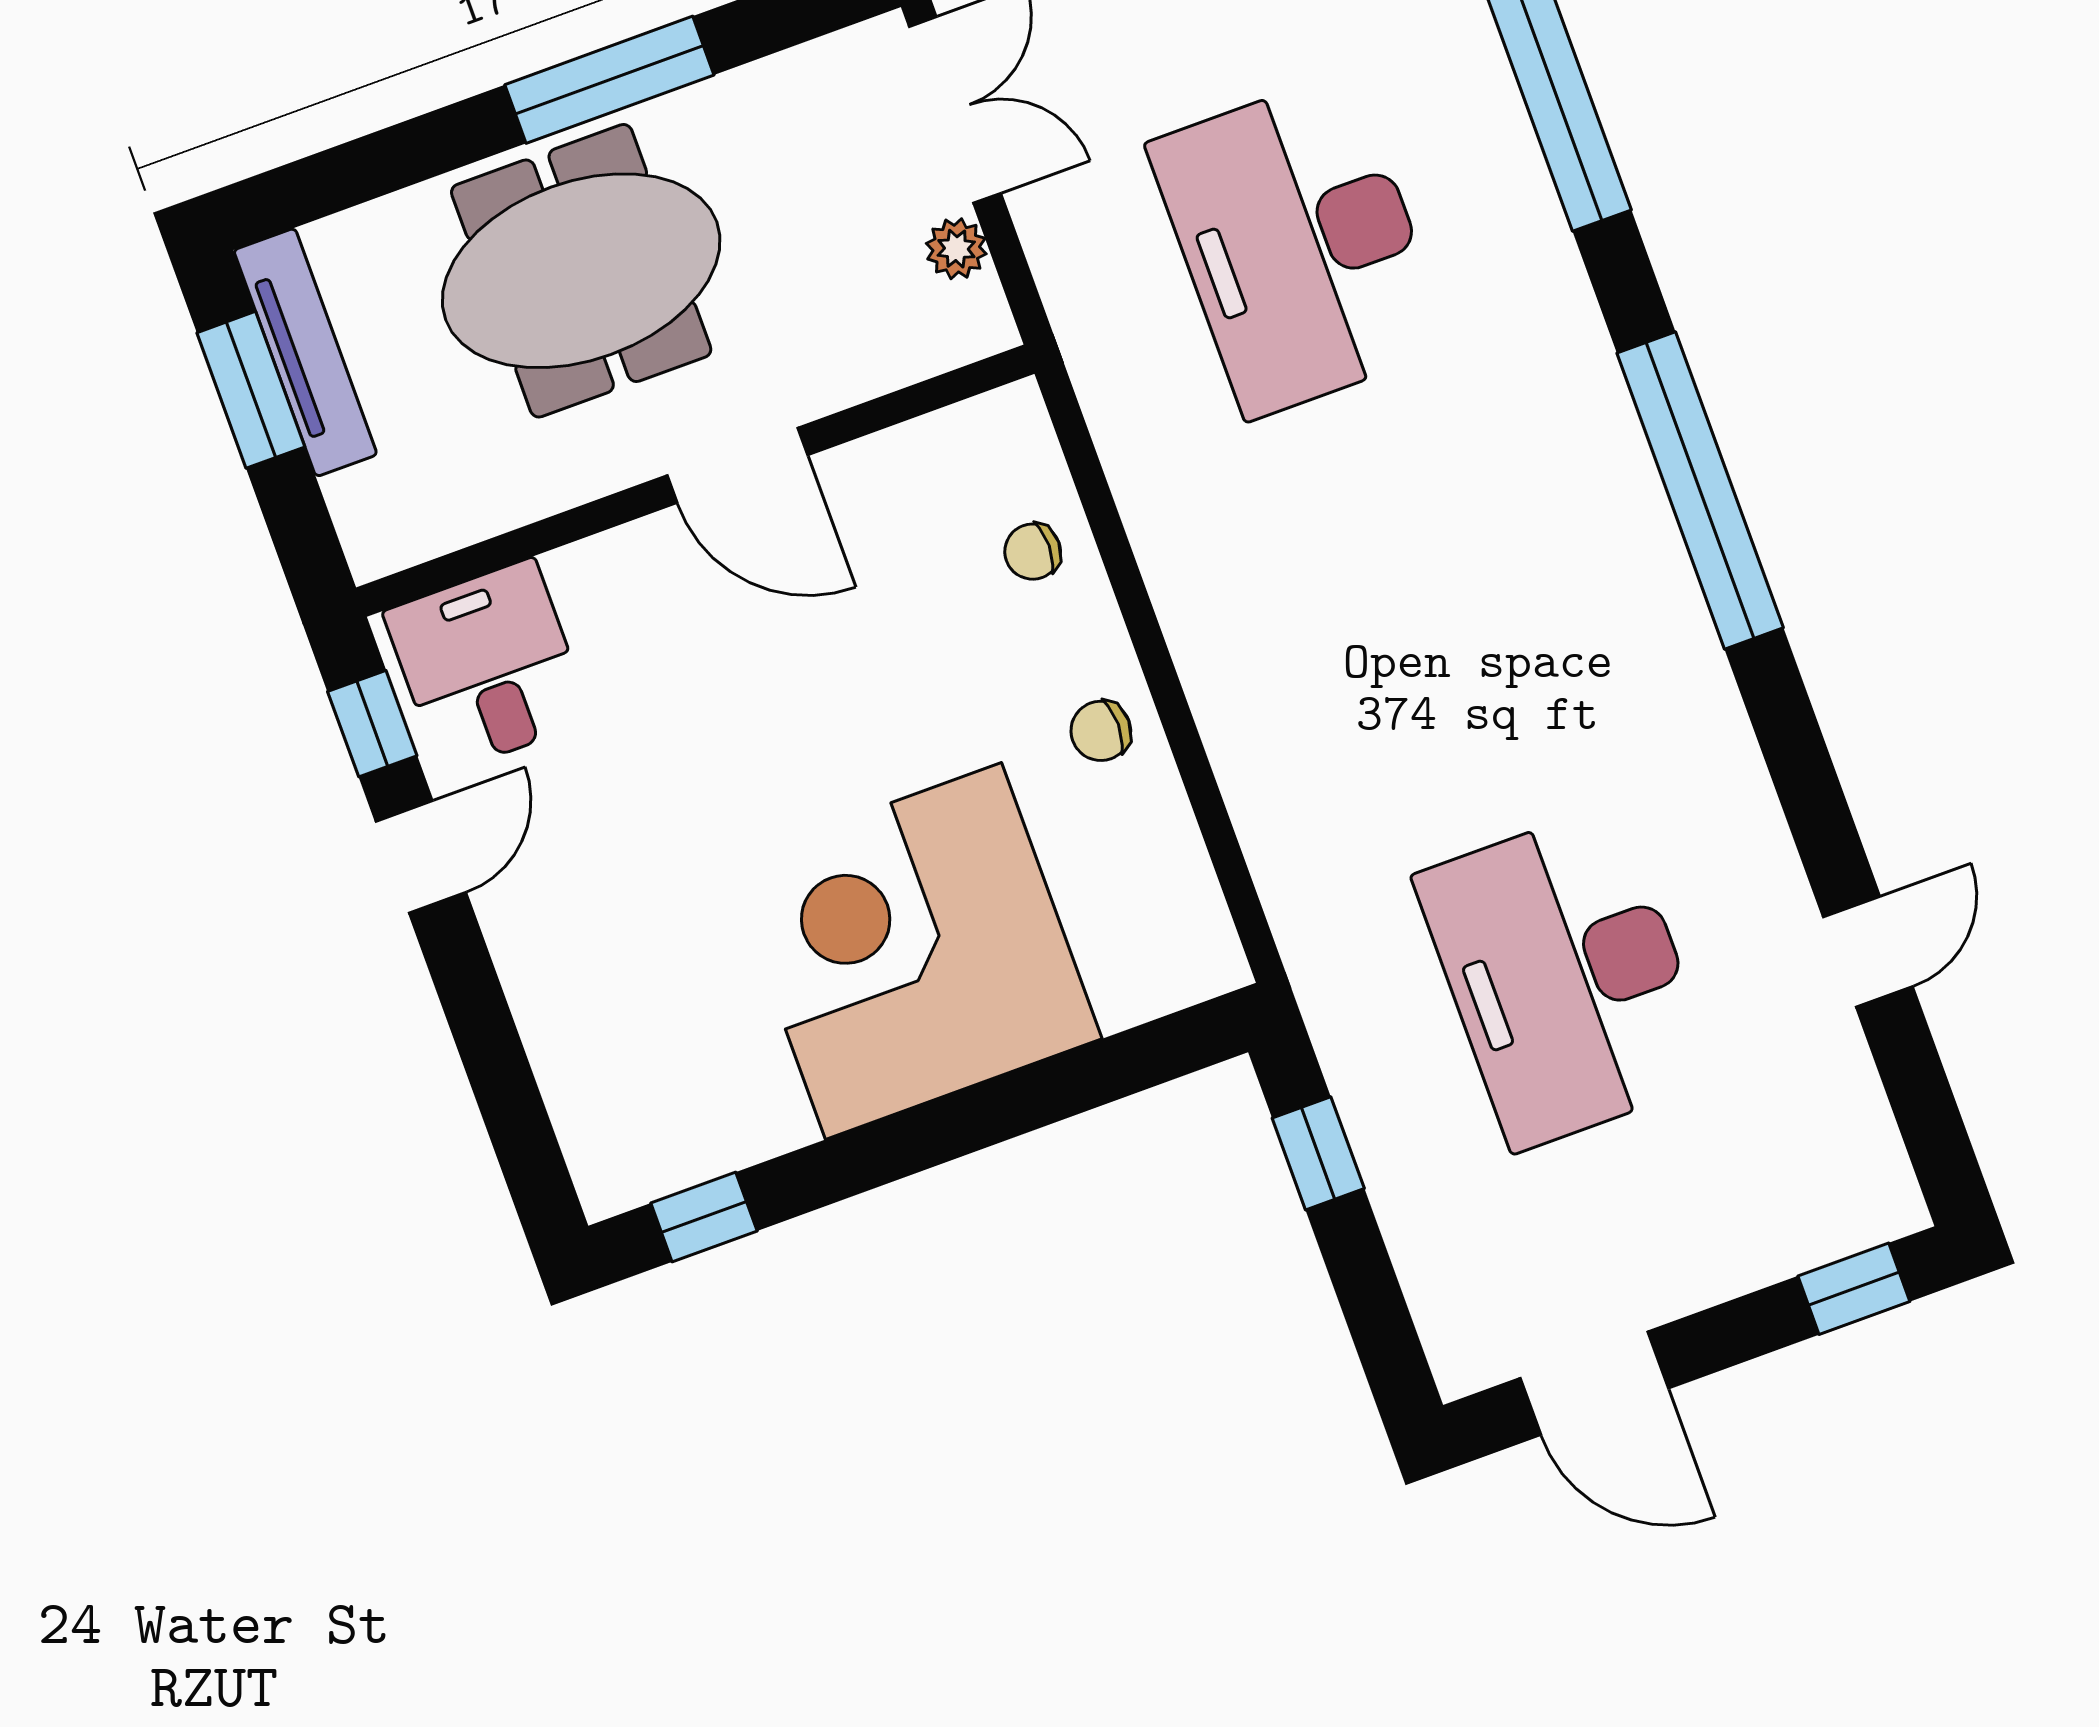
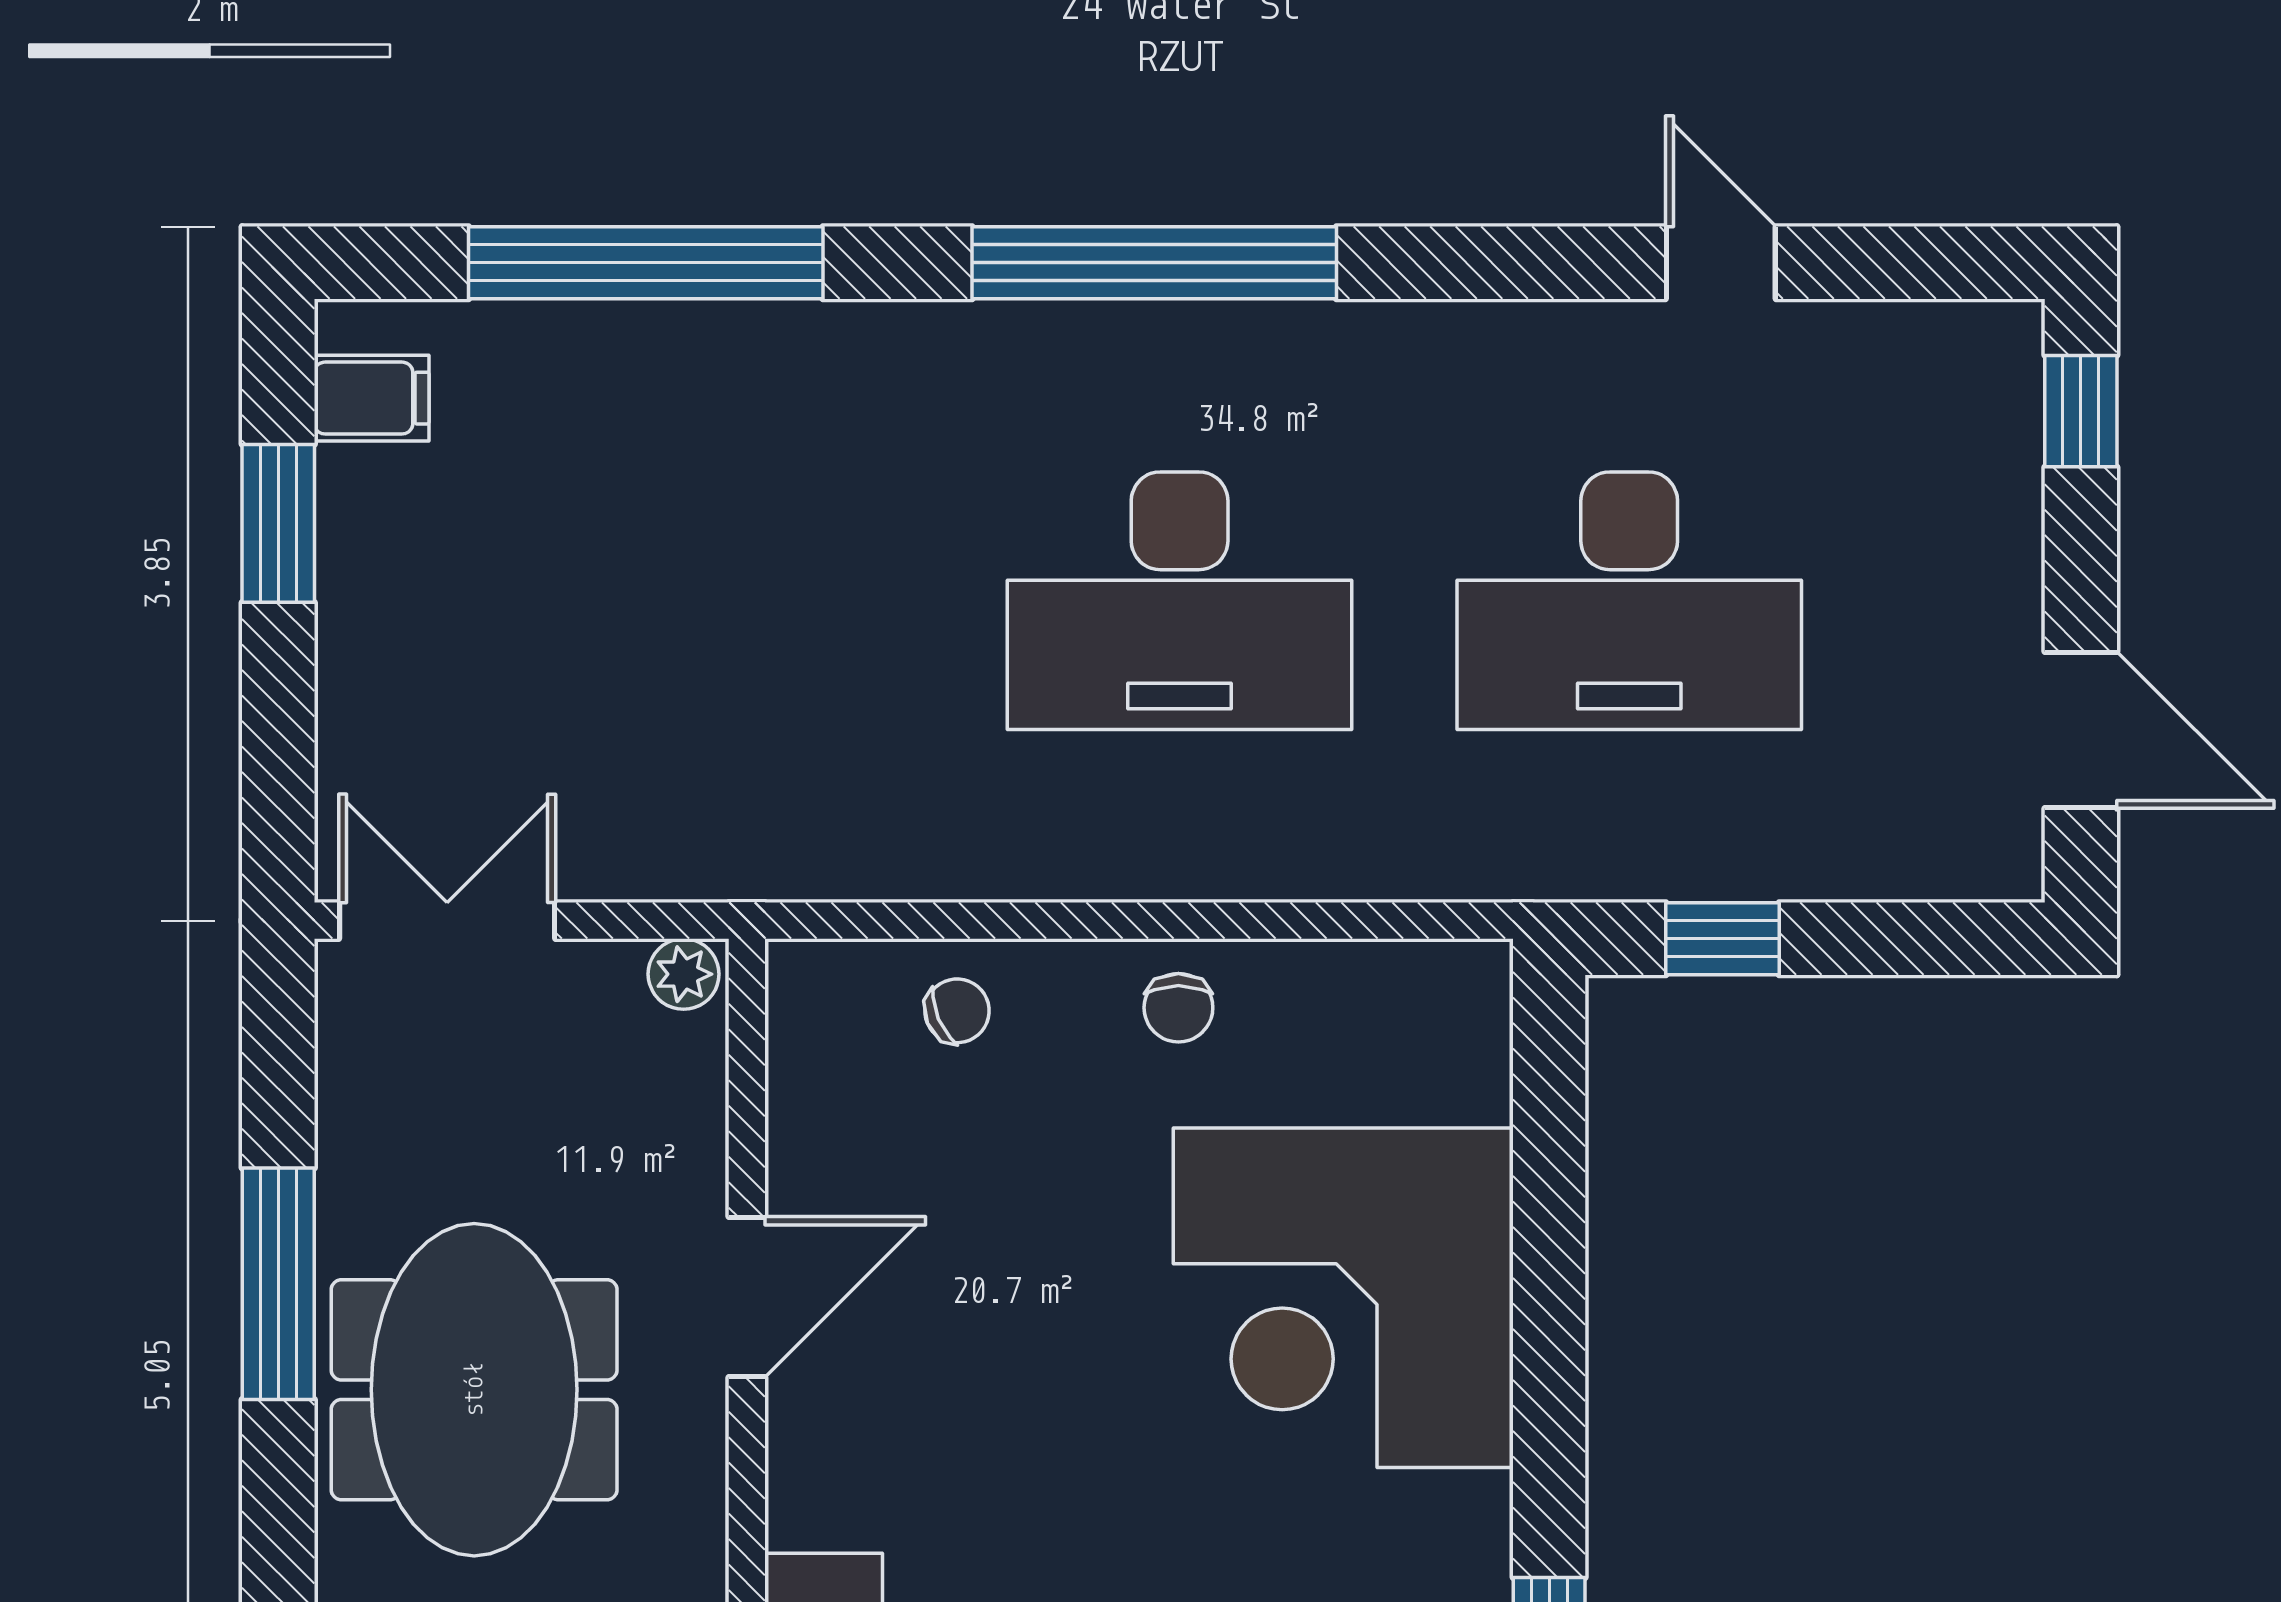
desk: (1299, 245) -> (1180, 601), moved
plant: (956, 249) -> (684, 974), moved
chair: (1033, 552) -> (957, 1011), turned -113
door: (1594, 1383) -> (2081, 730), hinge flipped

